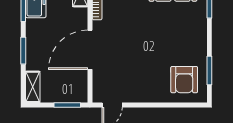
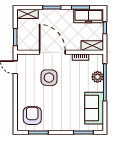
side table: (128, 55) -> (49, 78), added
armchair: (184, 80) -> (32, 116), turned 90

